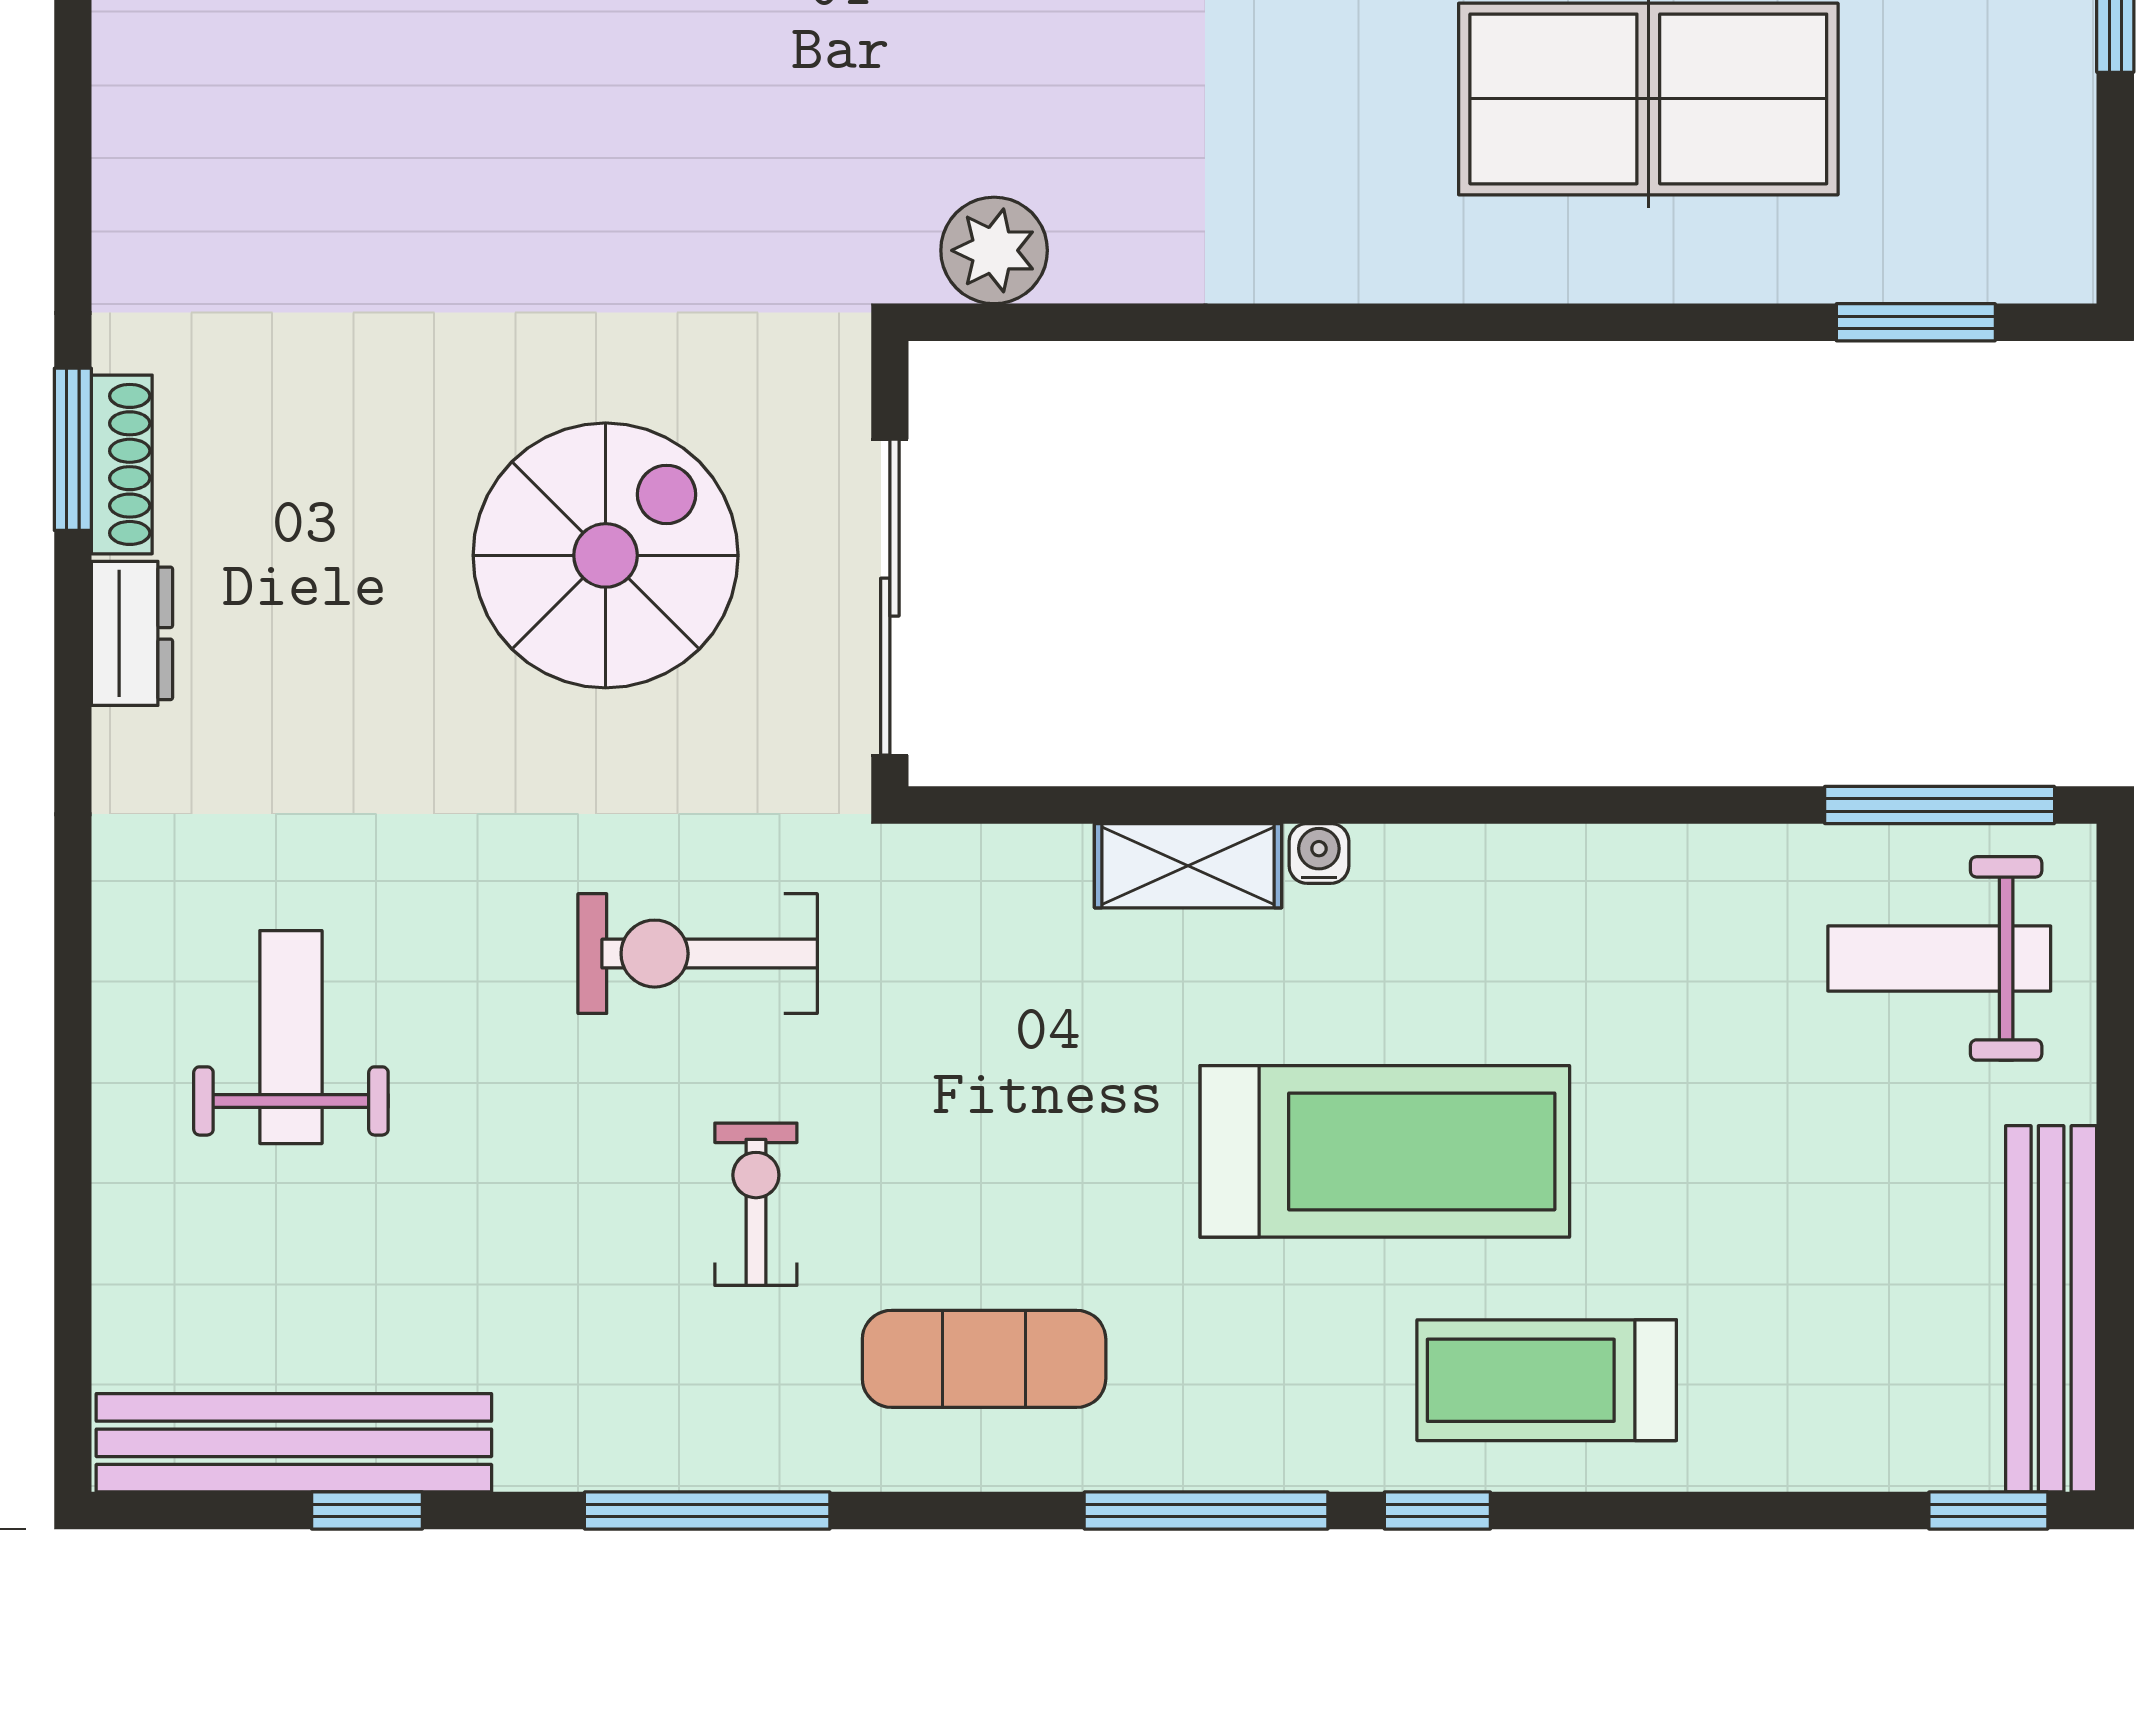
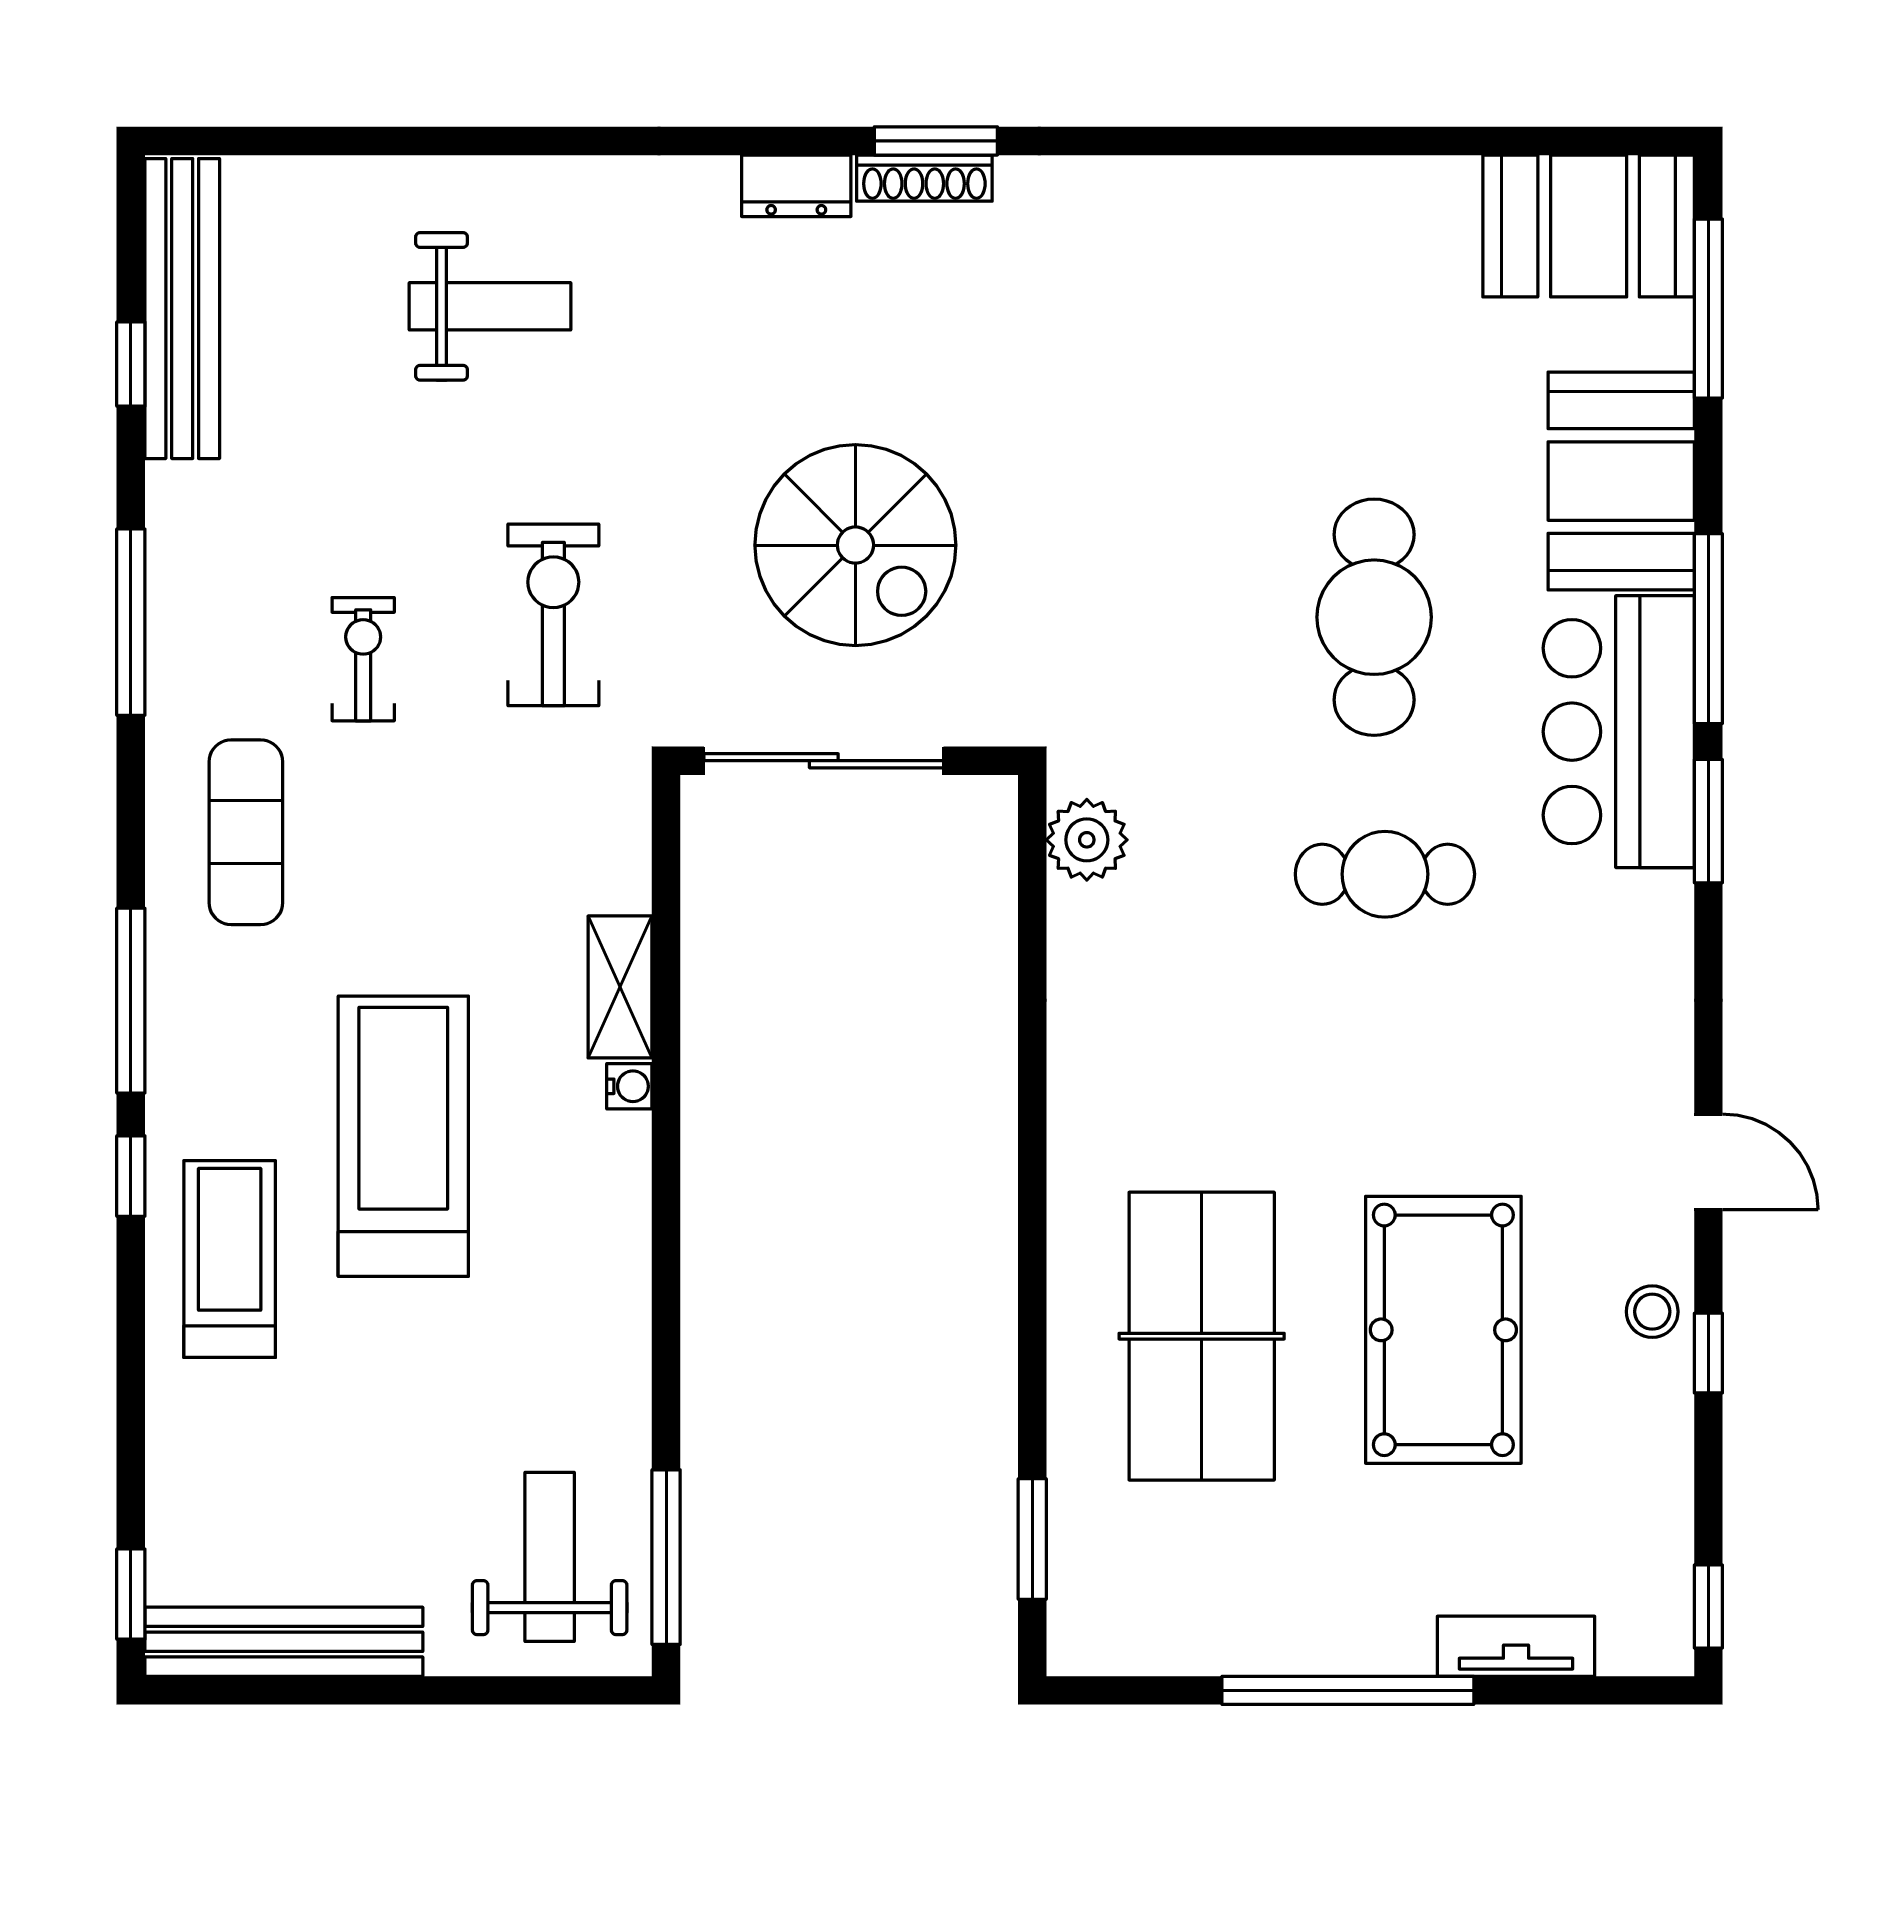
treadmill: (1385, 1151) -> (403, 1136), turned 180
exercise bike: (756, 1204) -> (363, 659), turned -90

